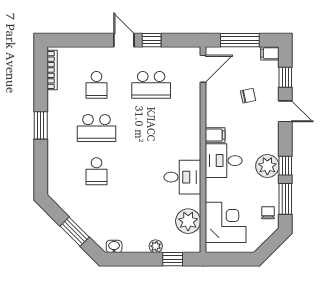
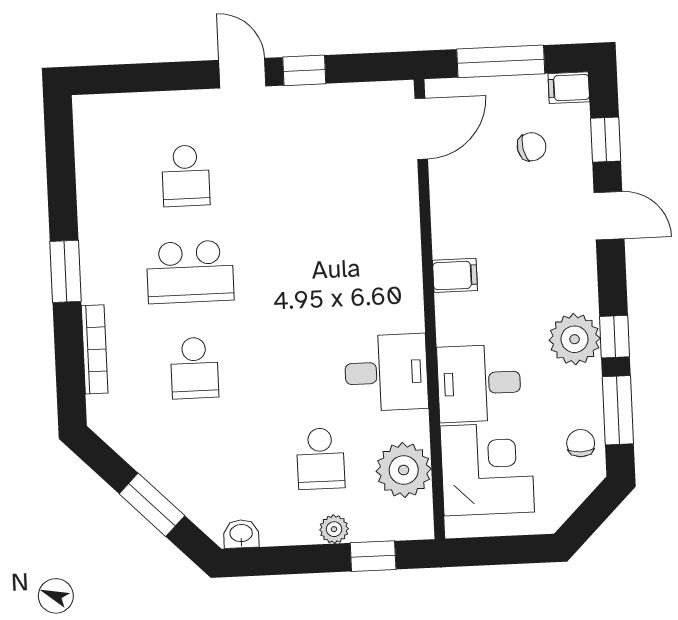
bookcase: (52, 70) -> (95, 349), moved
school desk: (151, 85) -> (321, 459), moved, width x0.54
chair: (248, 96) -> (532, 147), moved
desk: (224, 161) -> (479, 383), moved

